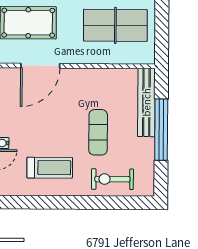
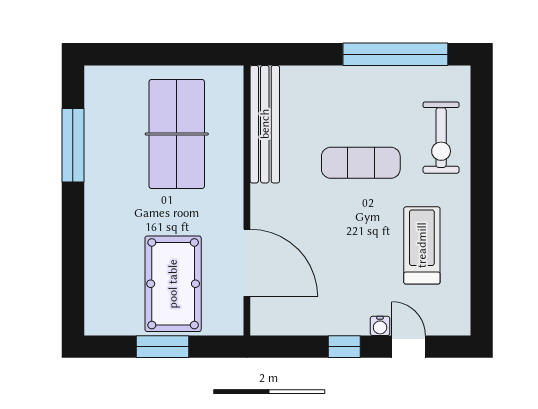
bench: (146, 102) -> (265, 124), moved, turned 90
window: (161, 130) -> (395, 54), moved

